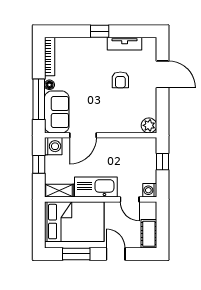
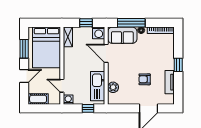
plant: (149, 125) -> (113, 87), moved
kitchen sink: (96, 187) -> (98, 86), moved, turned 180
door: (130, 199) -> (62, 86), hinge flipped

